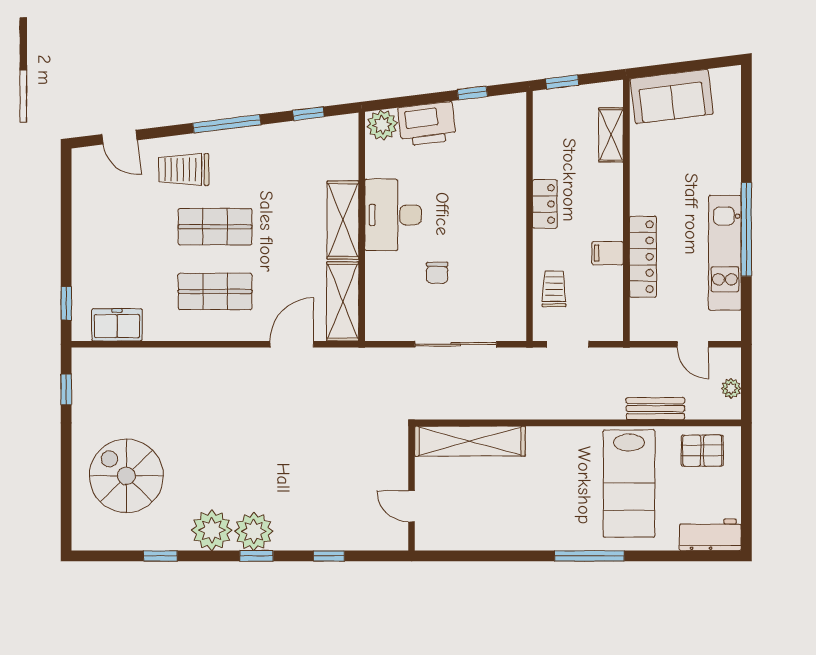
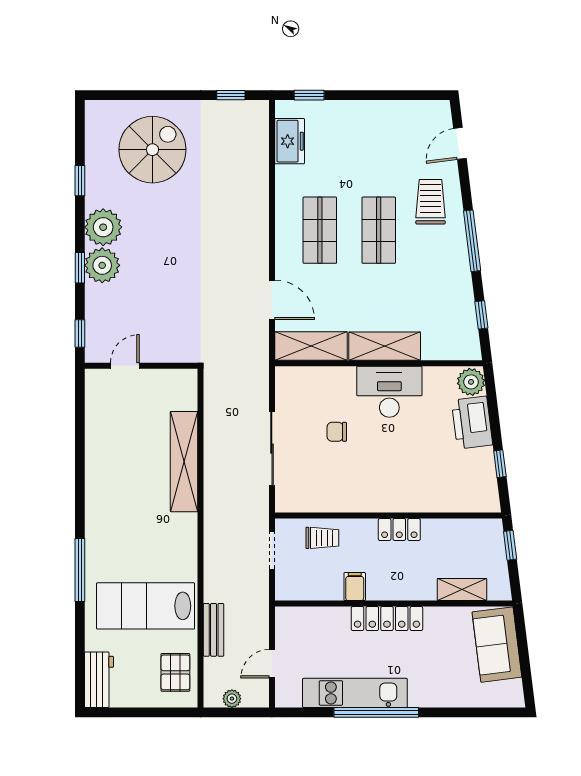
locker: (643, 257) -> (387, 619), moved
wall: (412, 488) -> (141, 366), moved
door: (412, 506) -> (125, 366), moved

